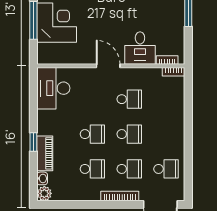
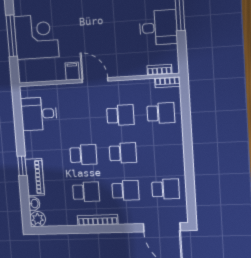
desk: (140, 48) -> (158, 28), moved, turned -90
filing cabinet: (88, 56) -> (72, 71), added
desk: (53, 88) -> (39, 114), width x0.73
school desk: (166, 99) -> (161, 113), added
bookcase: (120, 196) -> (98, 220), moved

